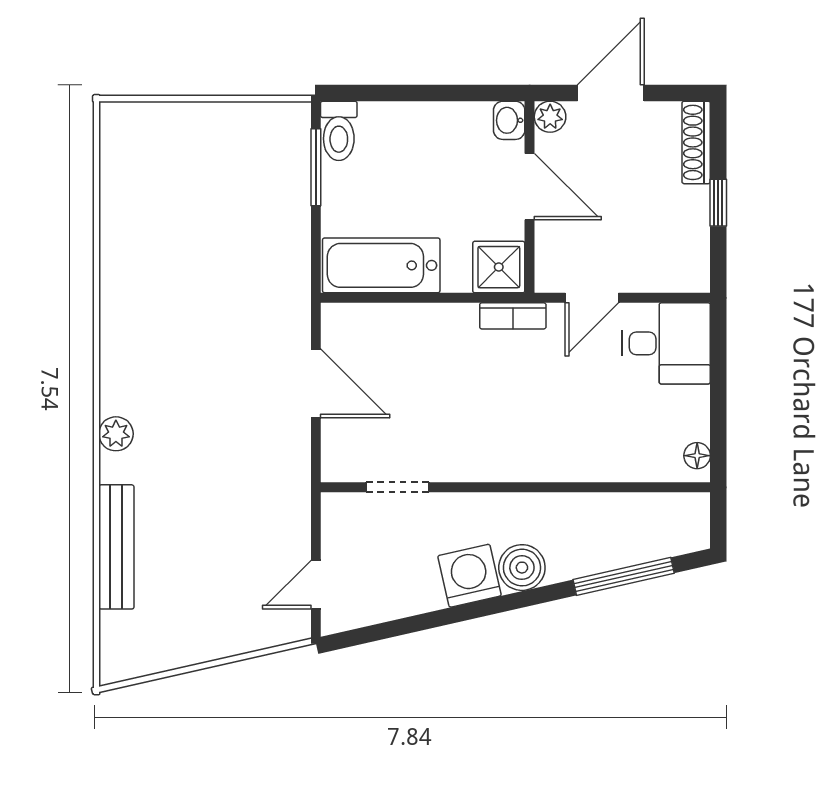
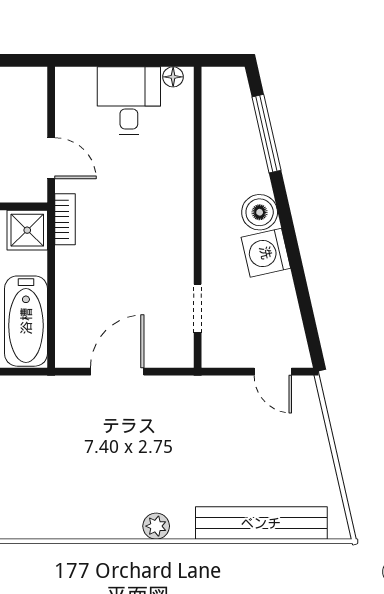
desk: (666, 343) -> (129, 101), moved
bench: (116, 547) -> (261, 523), width x1.37, depth x1.21

